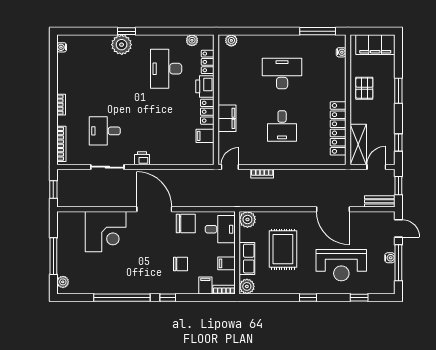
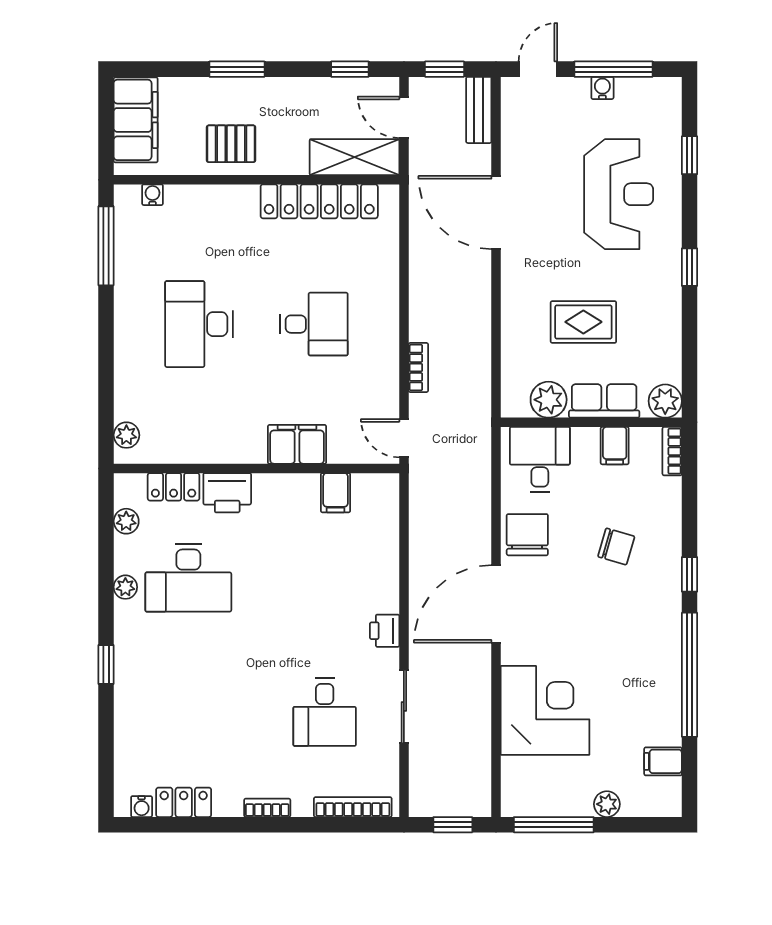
plant: (122, 45) -> (125, 587), moved, width x0.53, depth x0.53
locker: (207, 112) -> (184, 802), moved, turned 180
door: (333, 209) -> (496, 213), swing flipped
plant: (247, 219) -> (549, 400), moved
rug: (283, 249) -> (583, 322), width x0.73, depth x0.70
window: (53, 256) -> (554, 825), moved
chair: (180, 264) -> (616, 546), turned 106
plant: (63, 282) -> (607, 804), moved
filing cabinet: (205, 285) -> (663, 761), moved

